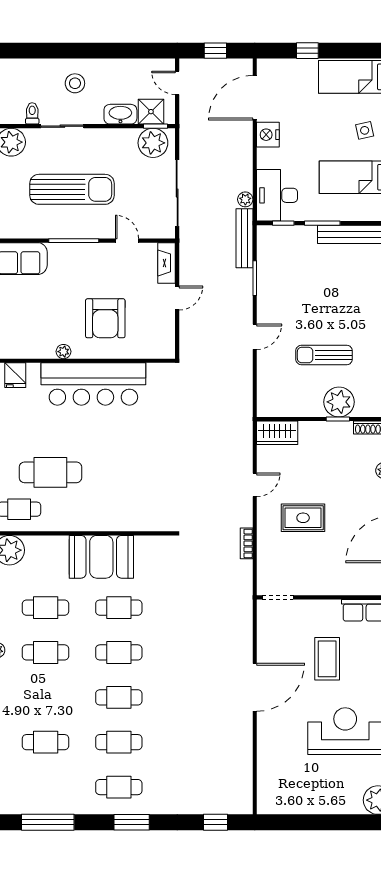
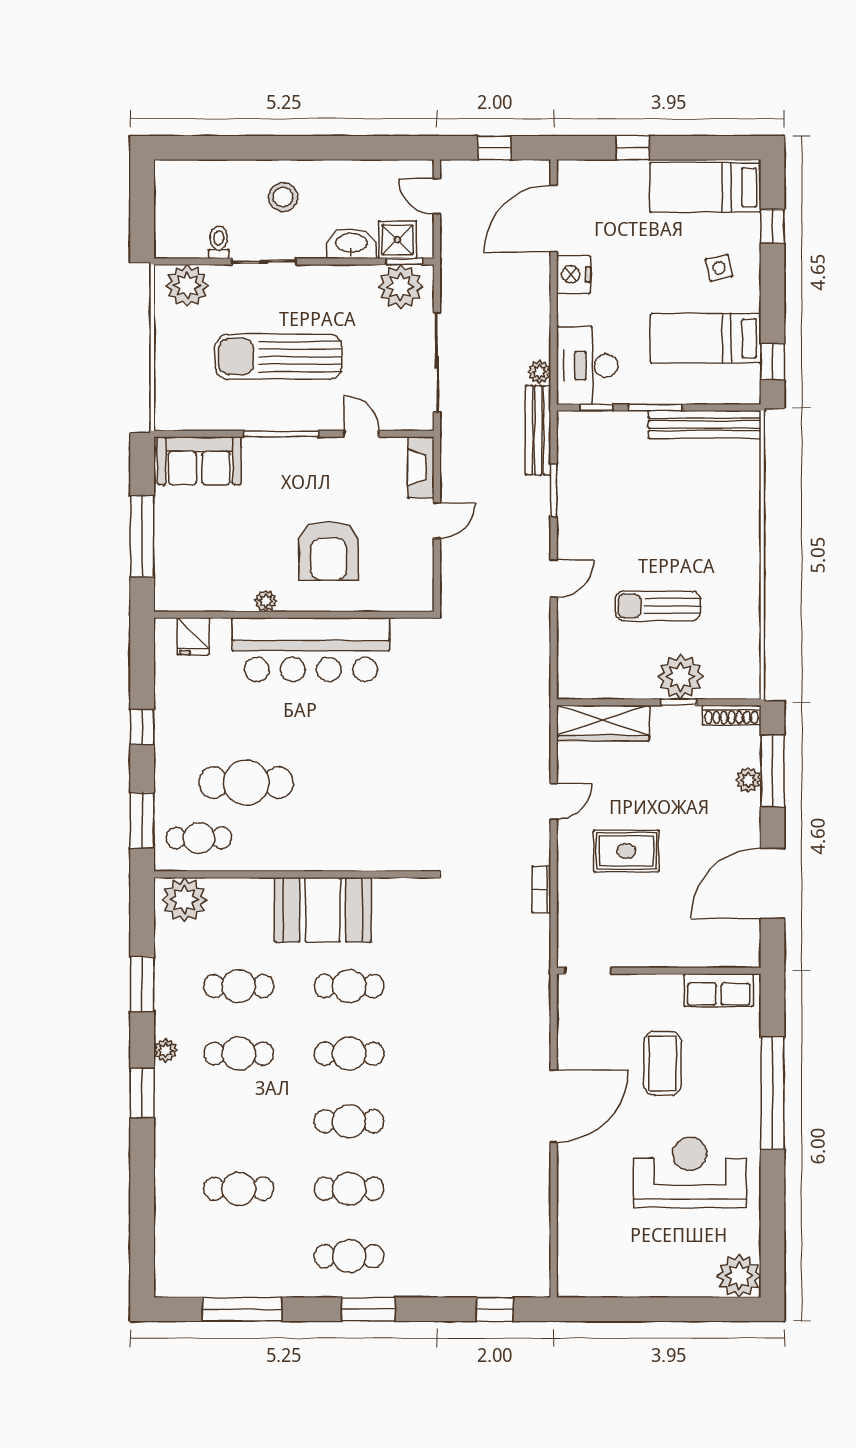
sun lounger: (72, 189) -> (279, 357), turned 180
wardrobe: (277, 433) -> (603, 723), width x1.50

